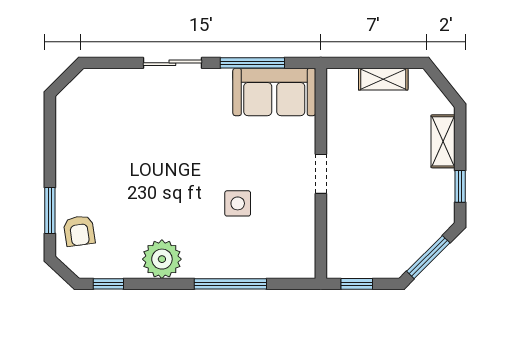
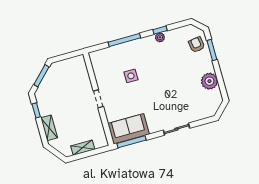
window: (252, 63) -> (131, 142), moved
plant: (73, 145) -> (209, 81), added
plant: (162, 259) -> (160, 37), width x0.53, depth x0.53
window: (108, 284) -> (160, 30), moved
window: (357, 284) -> (69, 55), removed

